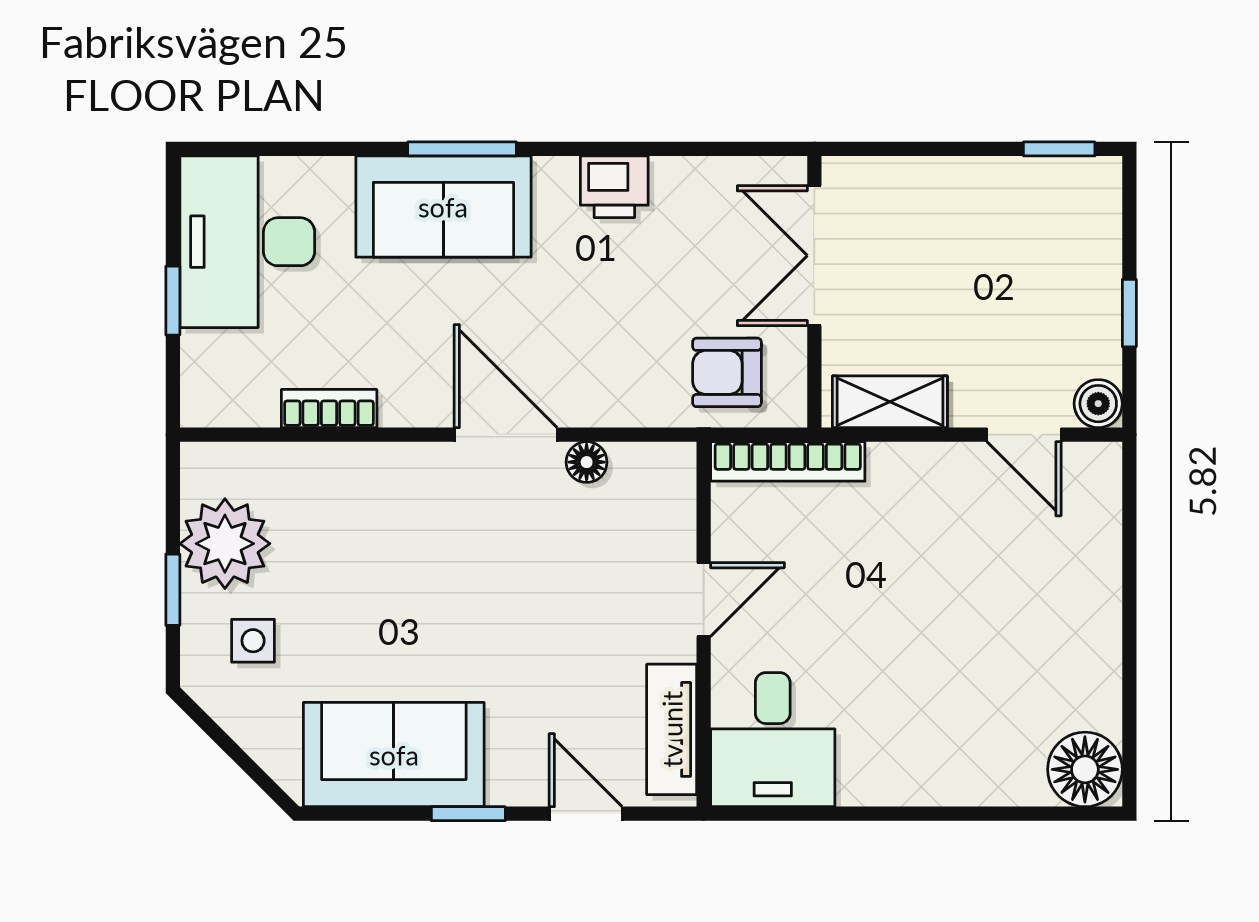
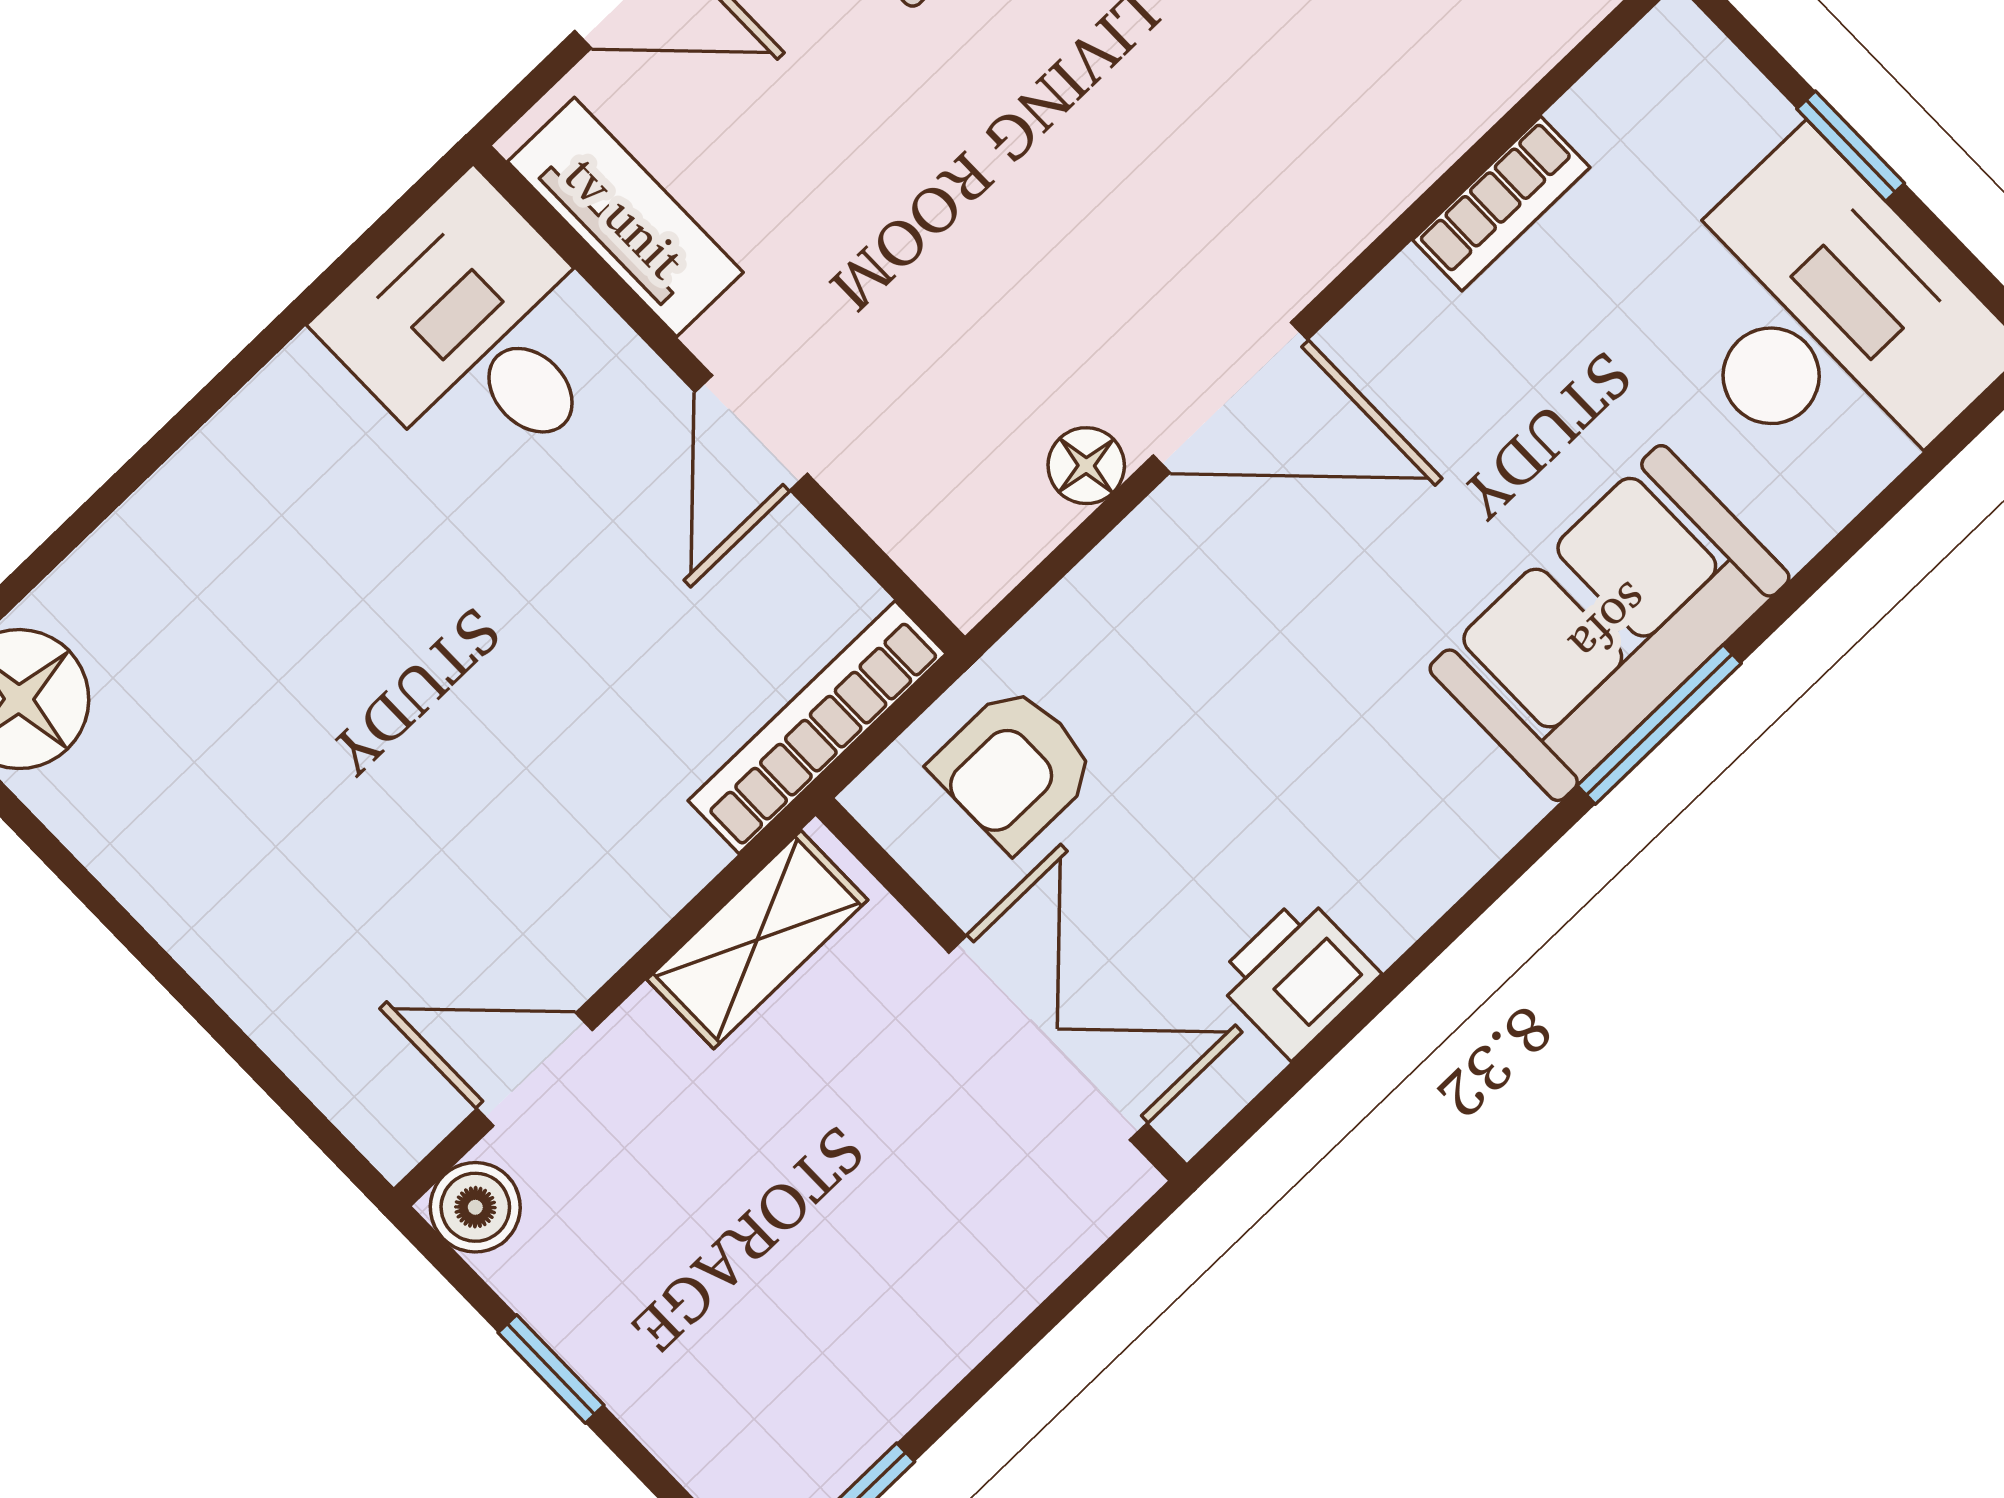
printer: (614, 187) -> (1297, 977), moved
armchair: (727, 372) -> (1014, 768), turned 180

